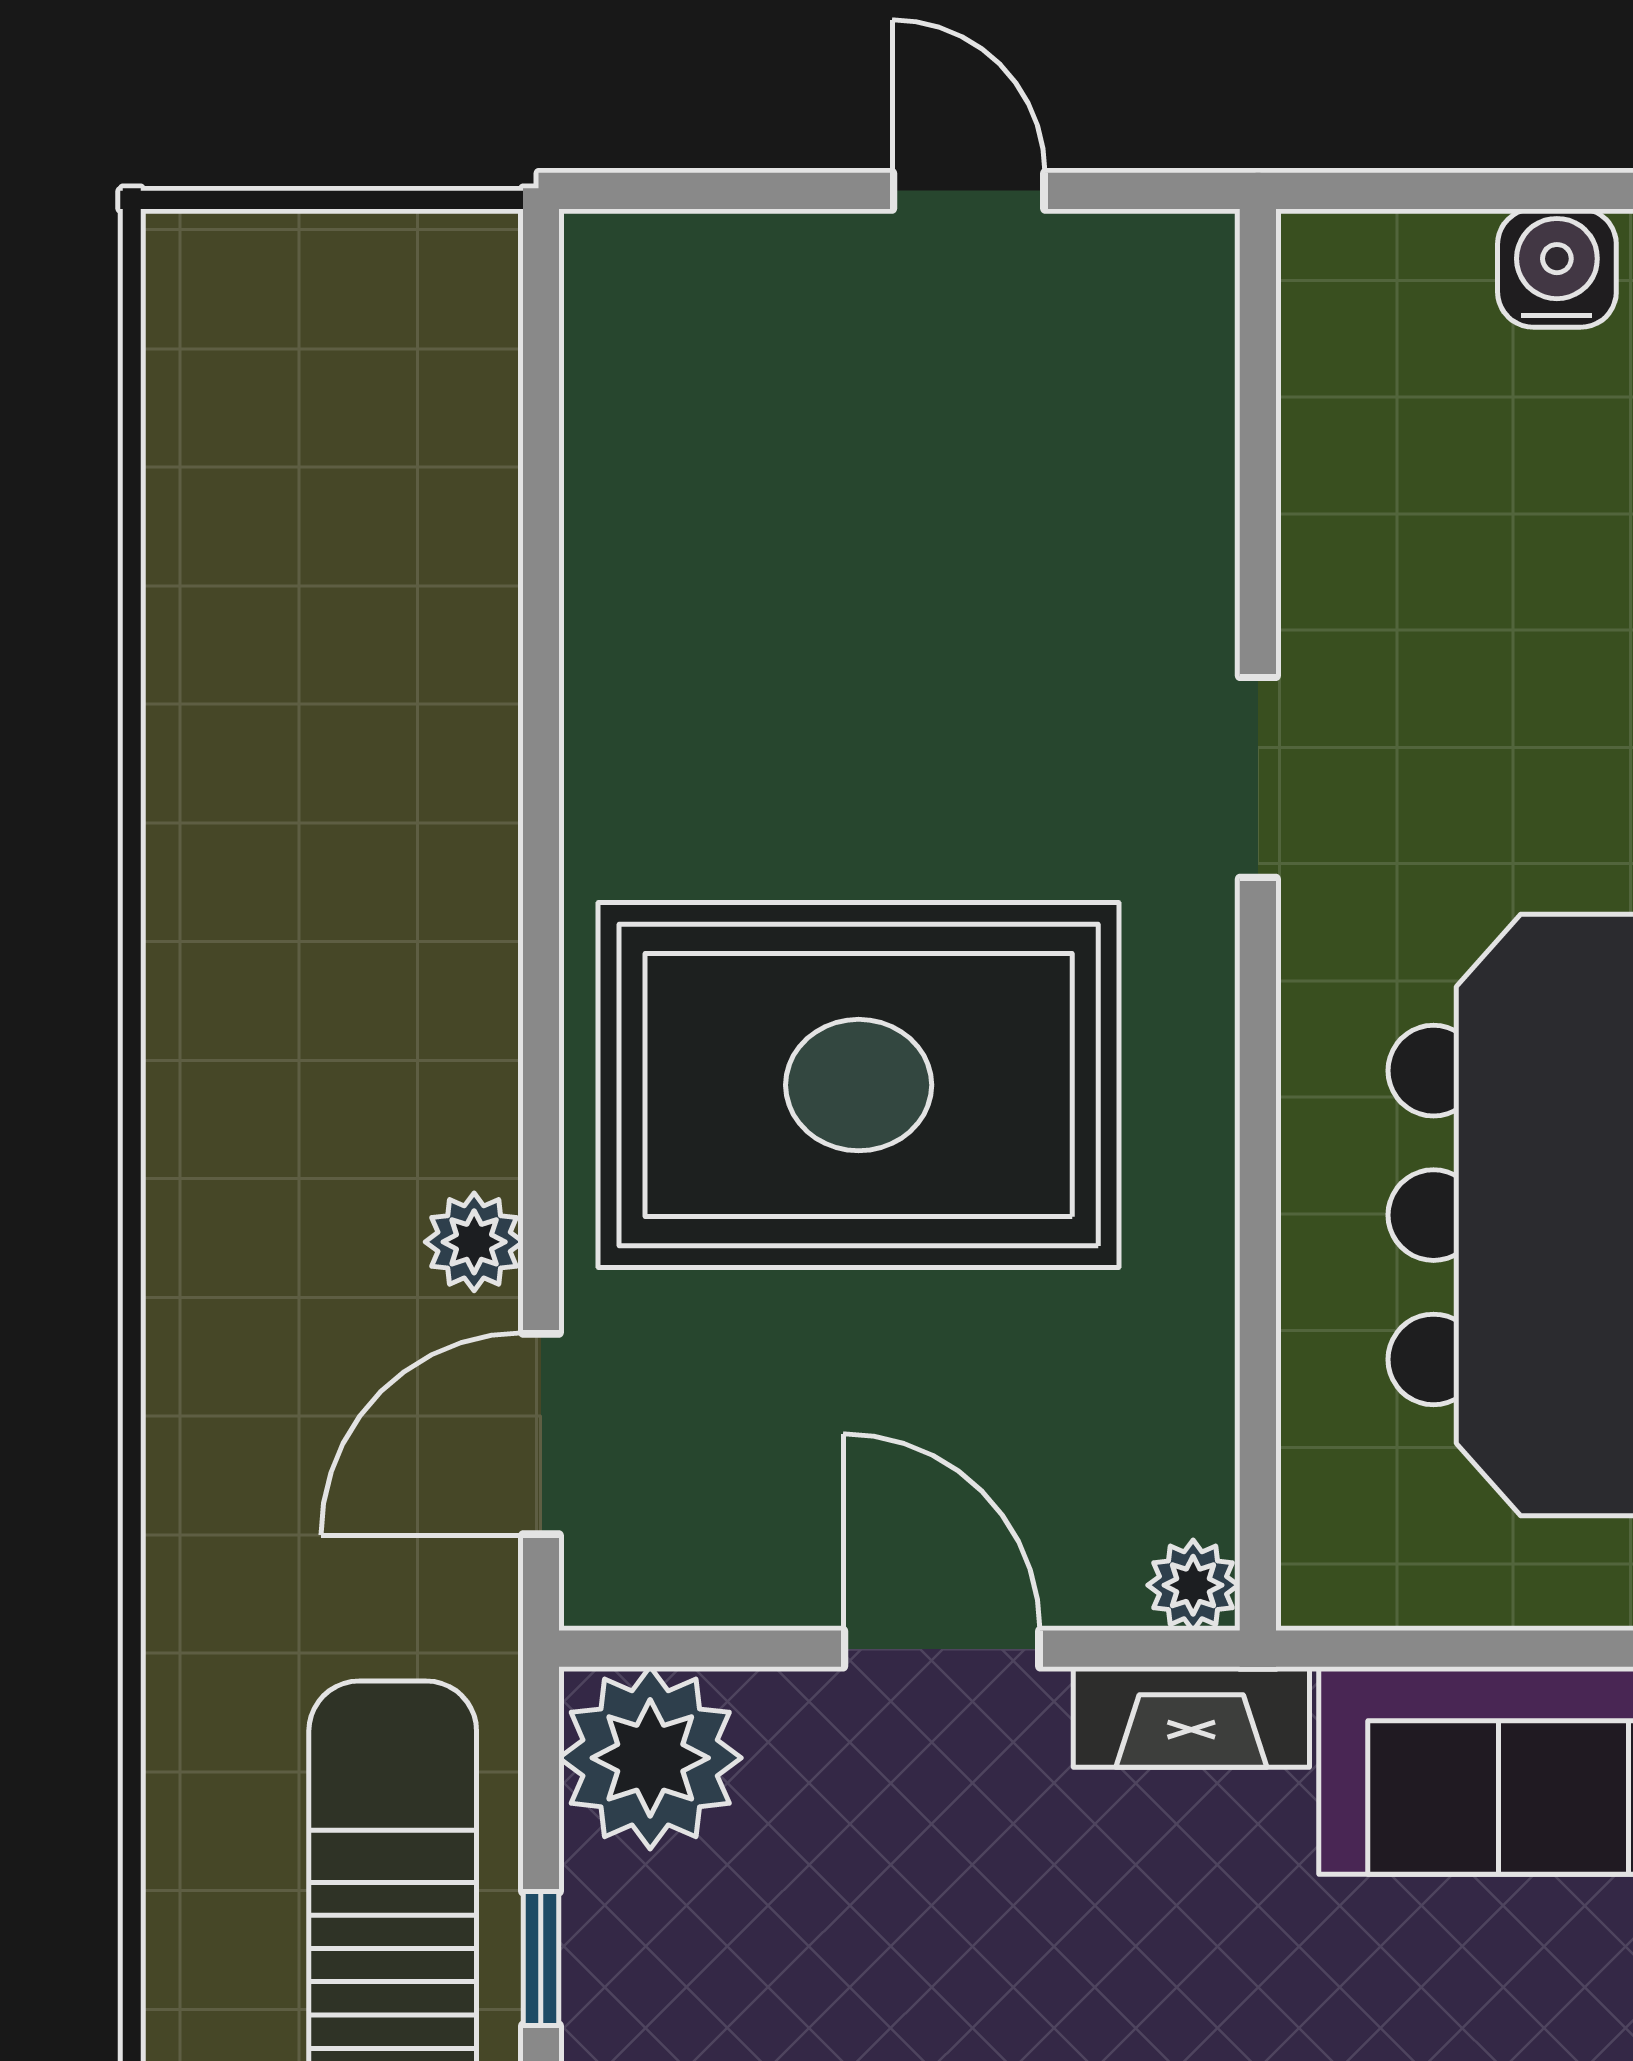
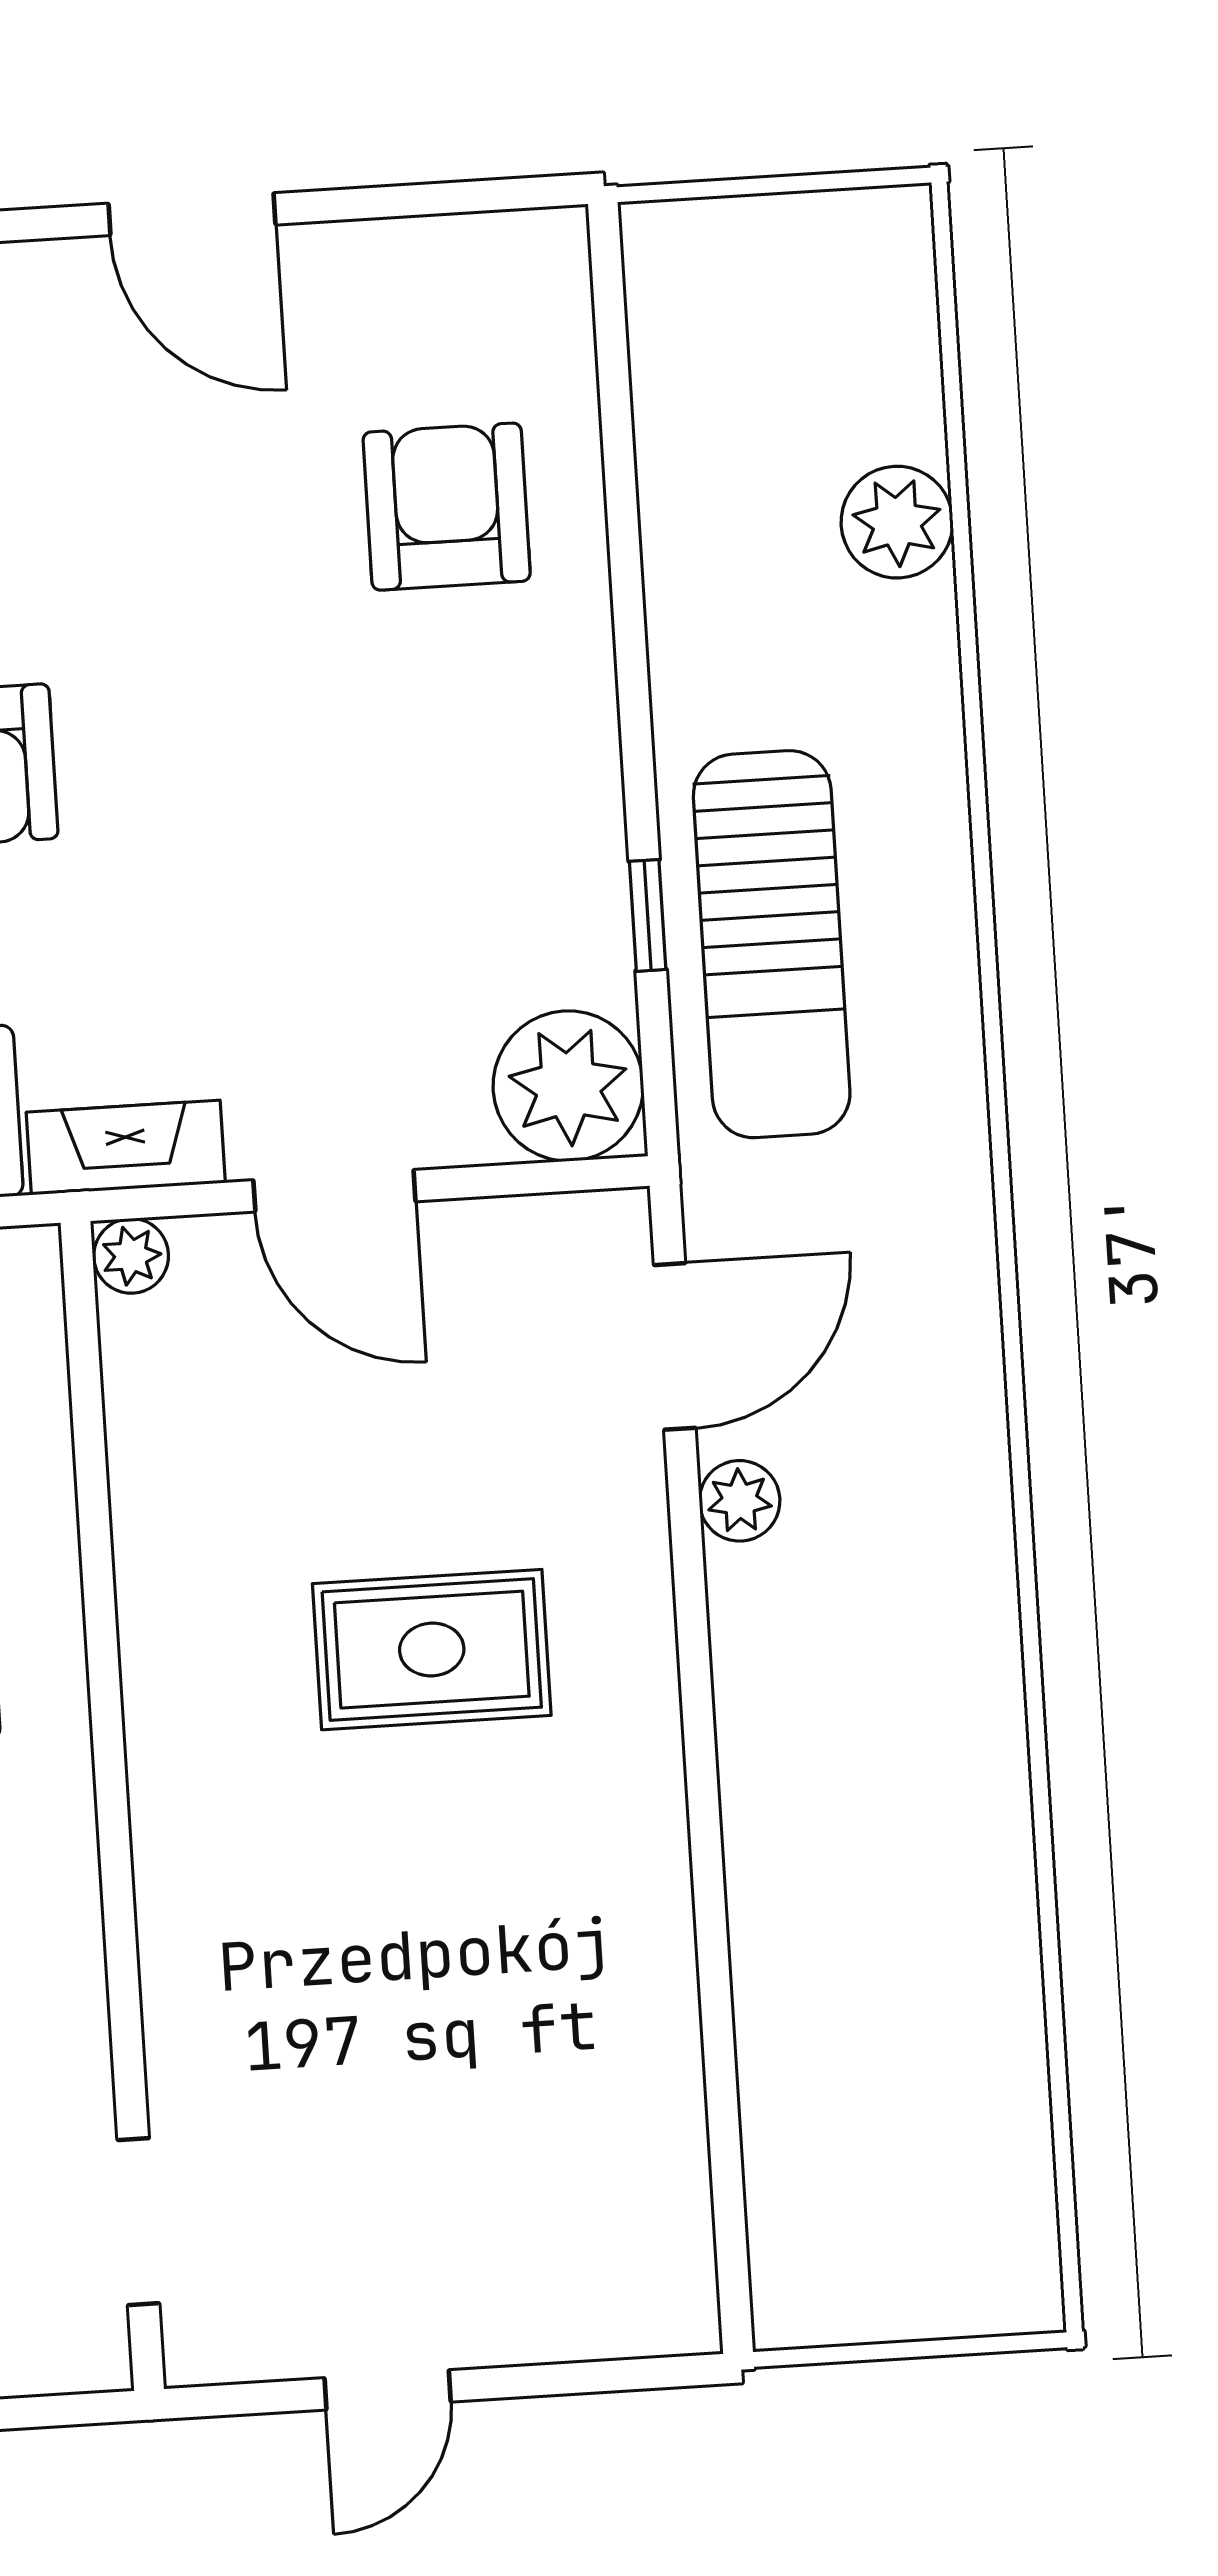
door: (969, 191) -> (388, 2390), hinge flipped
doorway: (1258, 777) -> (138, 2222), moved
rug: (859, 1085) -> (432, 1650), width x0.54, depth x0.49

